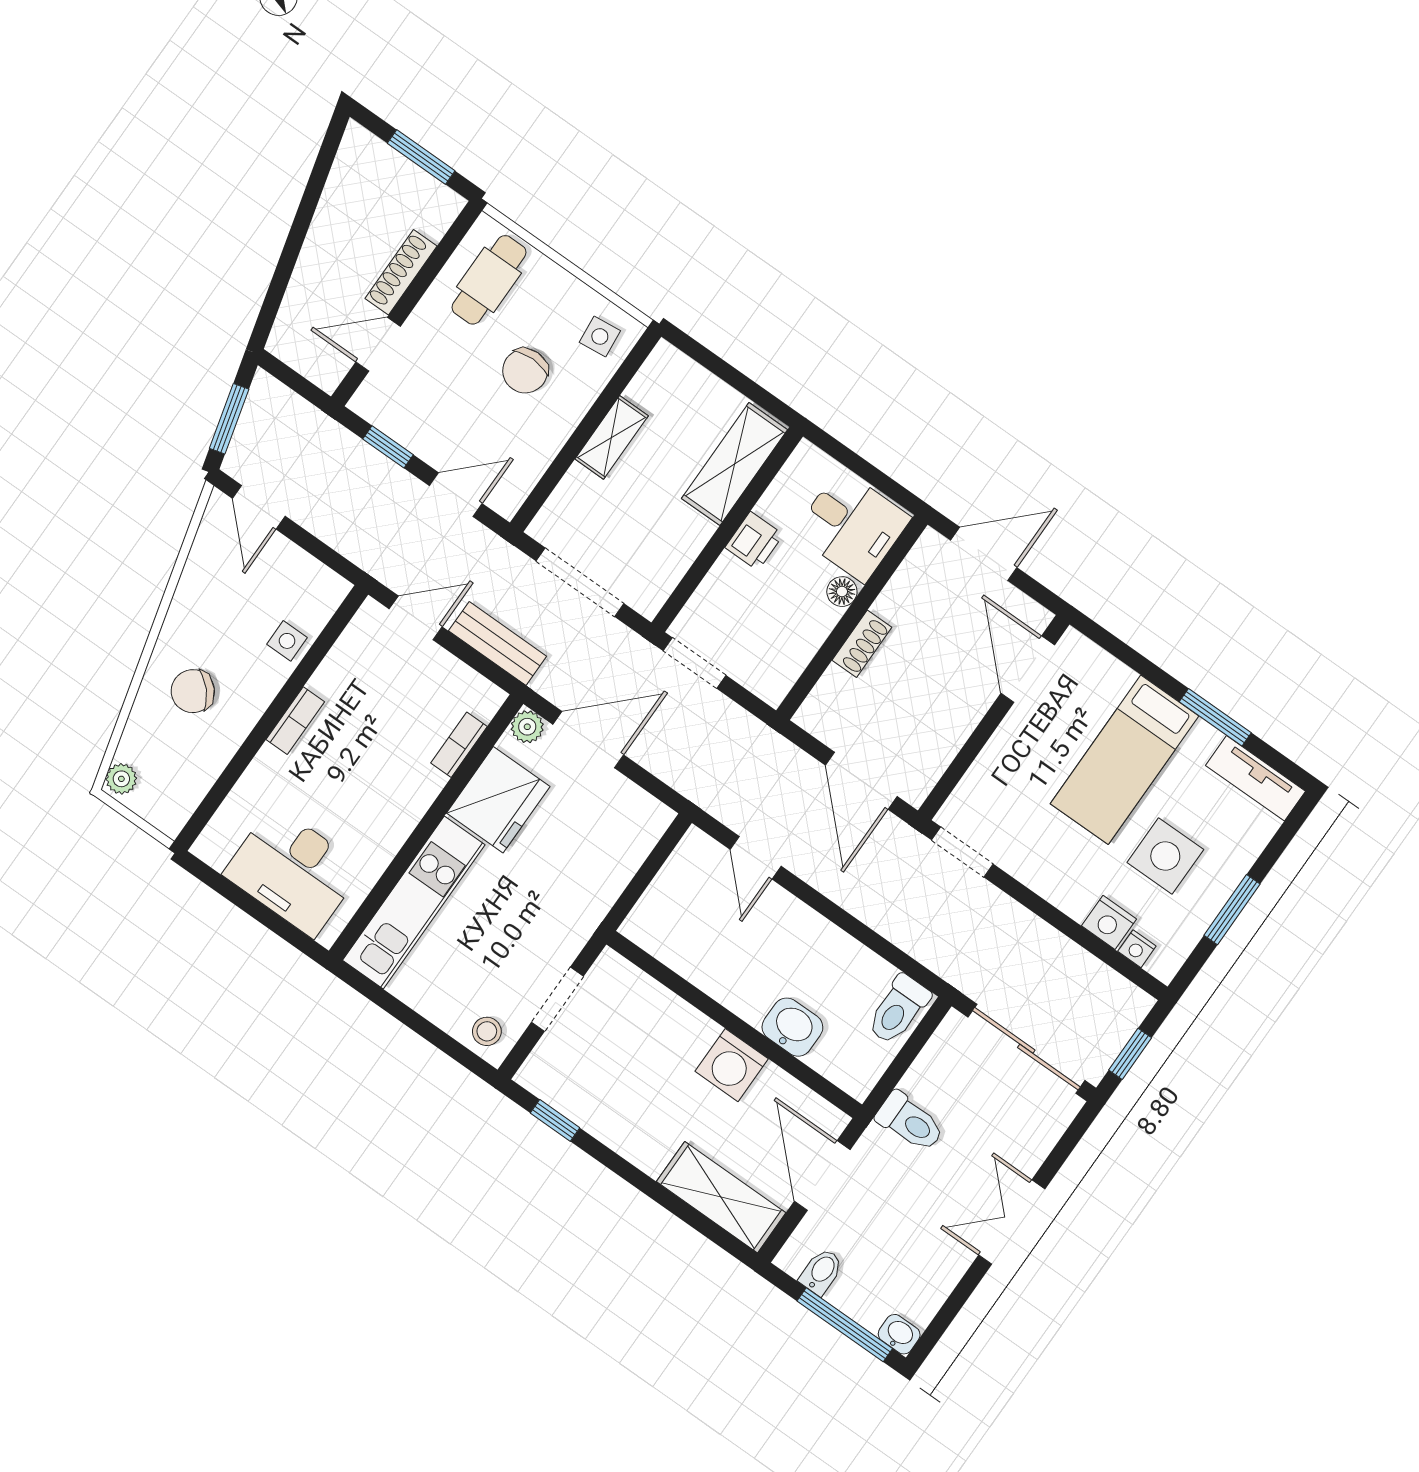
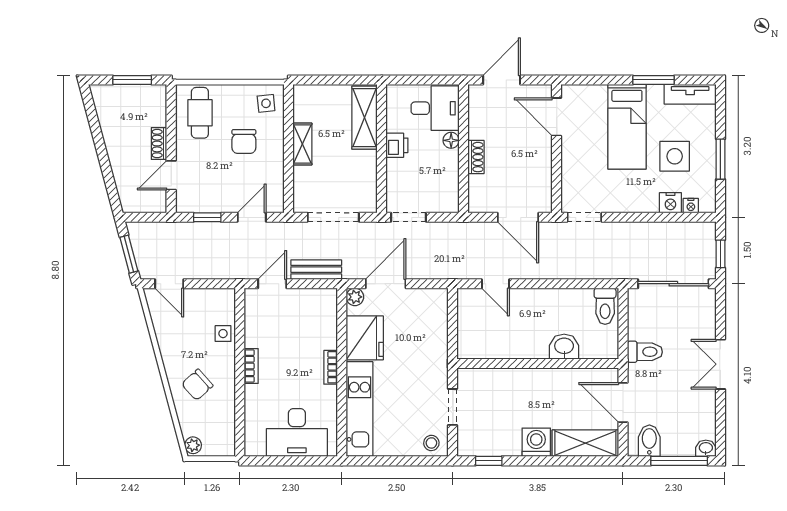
shoe rack: (401, 272) -> (159, 144), width x0.70
bookcase: (459, 745) -> (331, 367), moved
washing machine: (732, 1065) -> (536, 442), moved, turned 180
bidet: (821, 1272) -> (649, 441), width x1.38, depth x1.36

